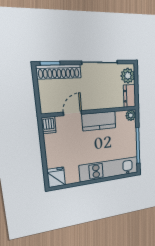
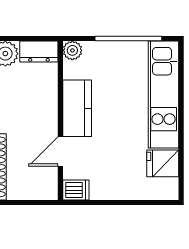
door: (72, 113) -> (60, 151), hinge flipped
fridge: (56, 177) -> (163, 163), moved

